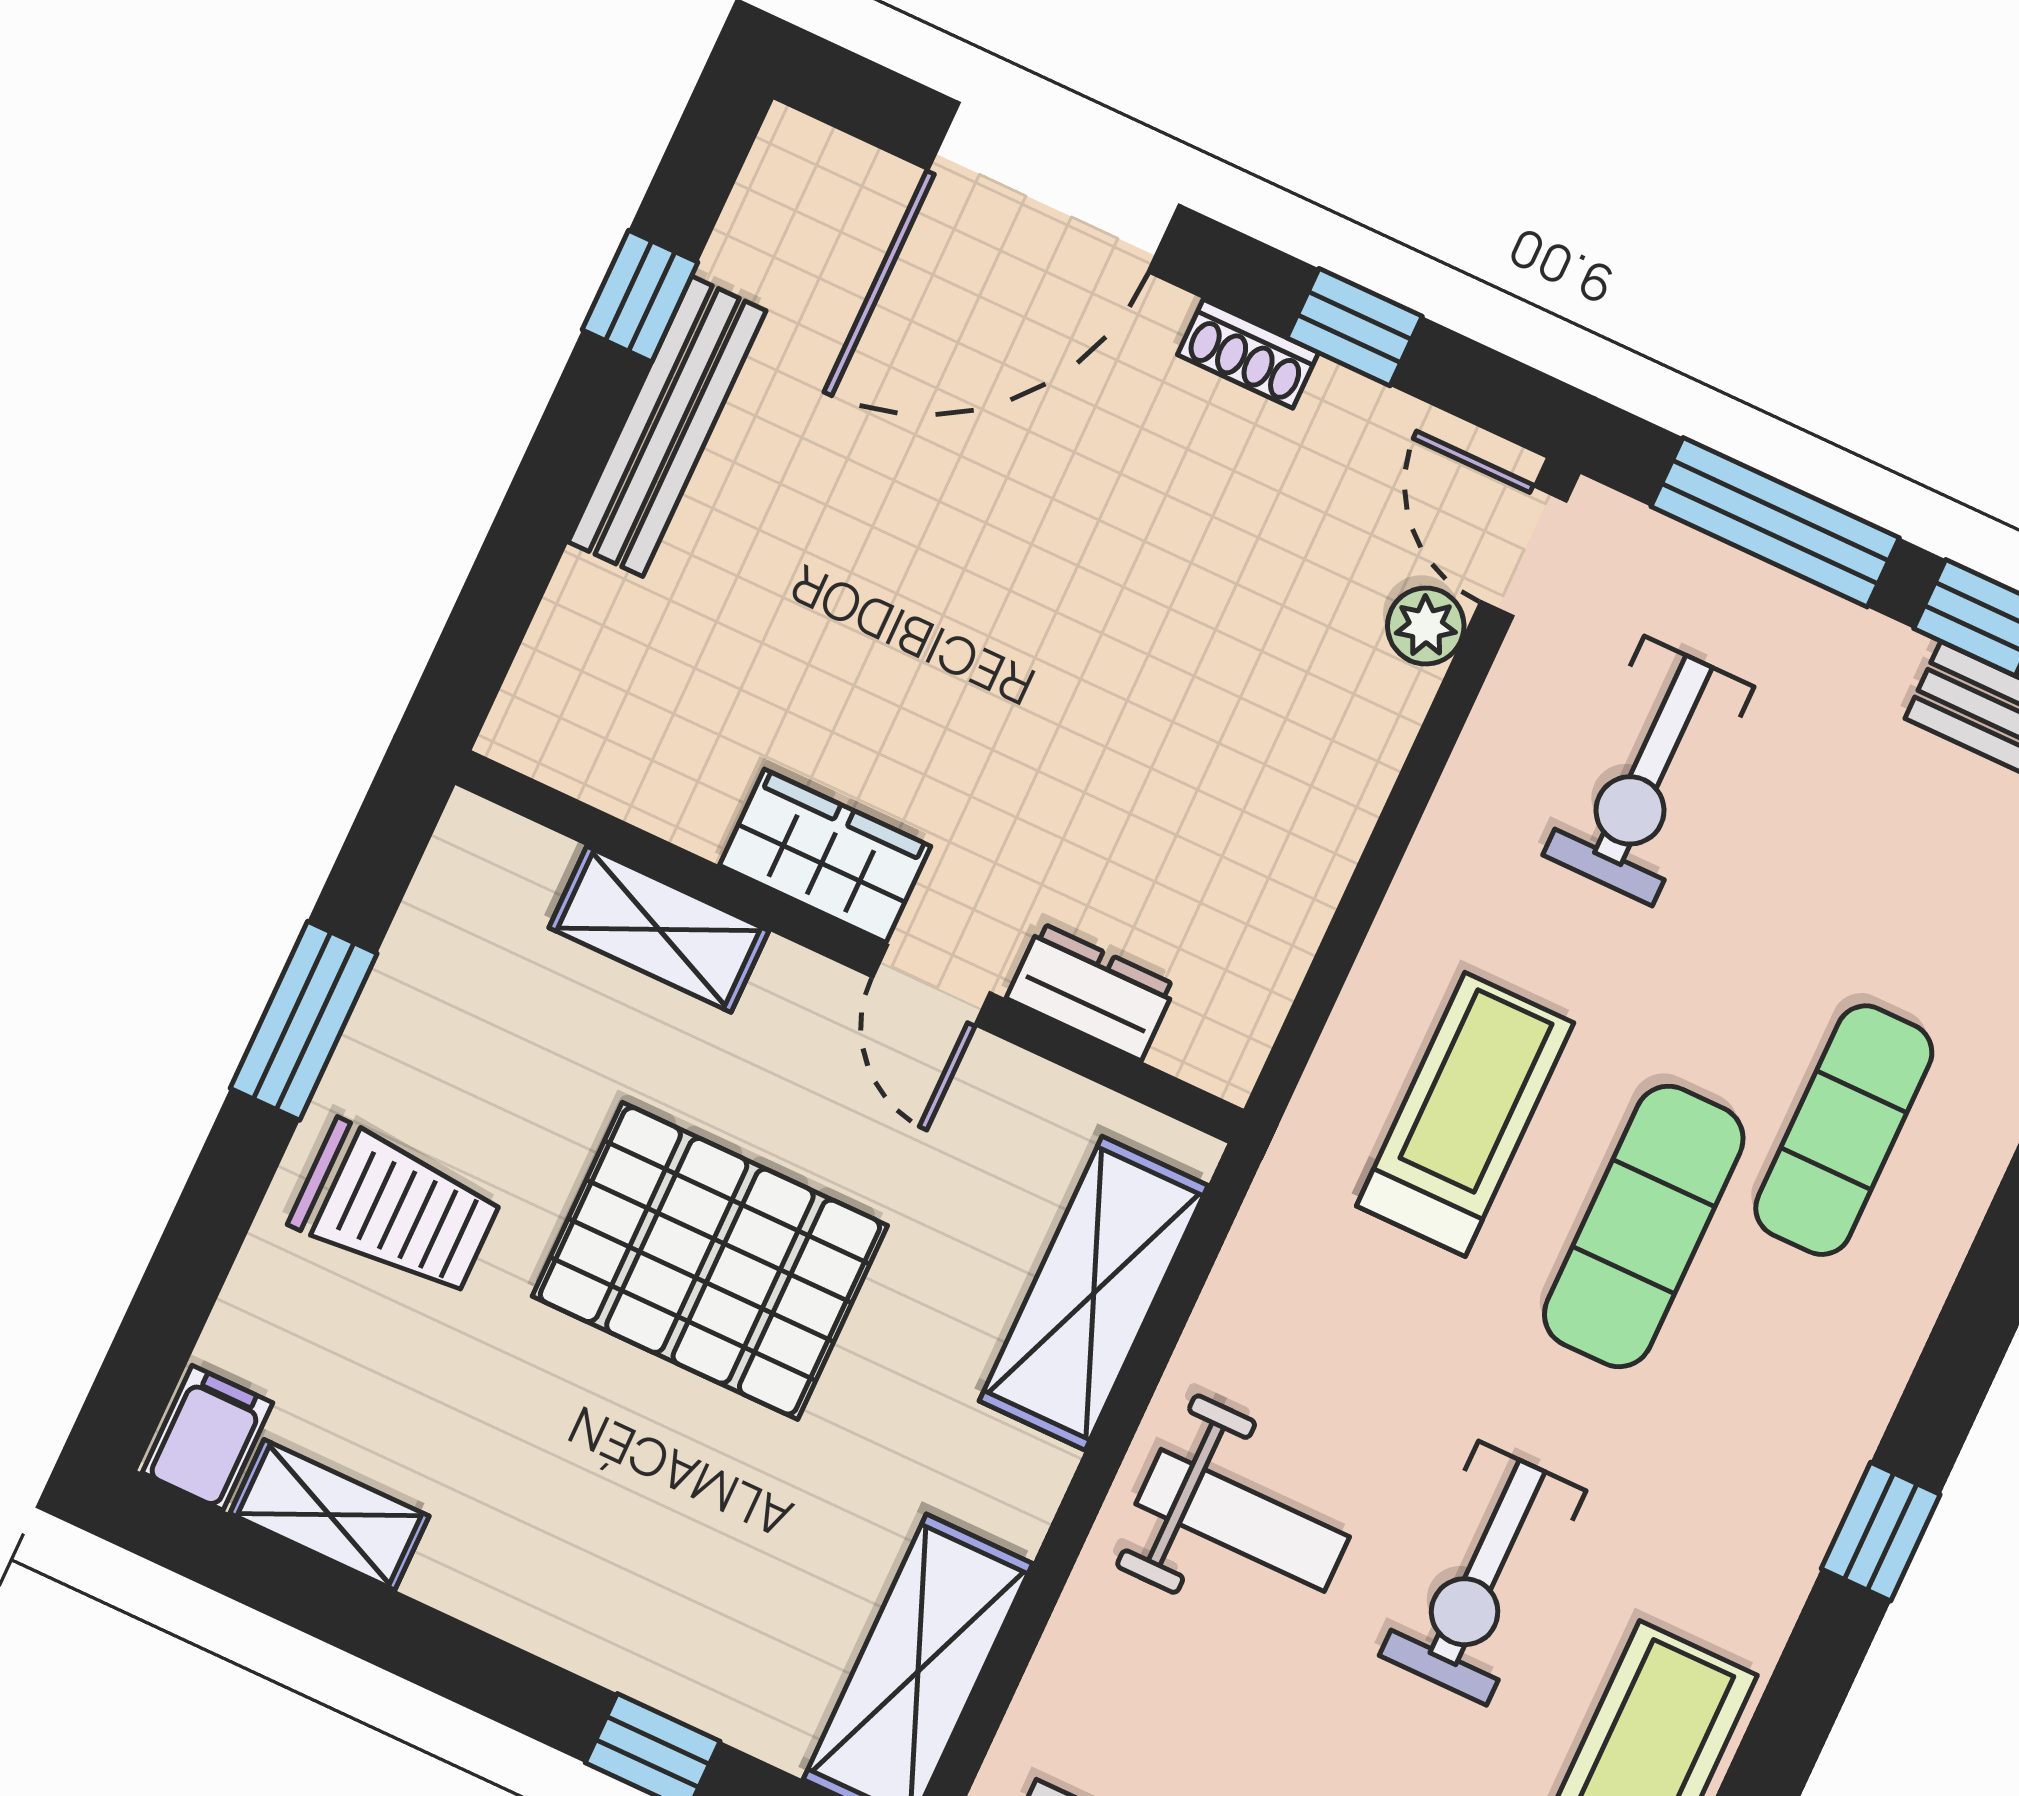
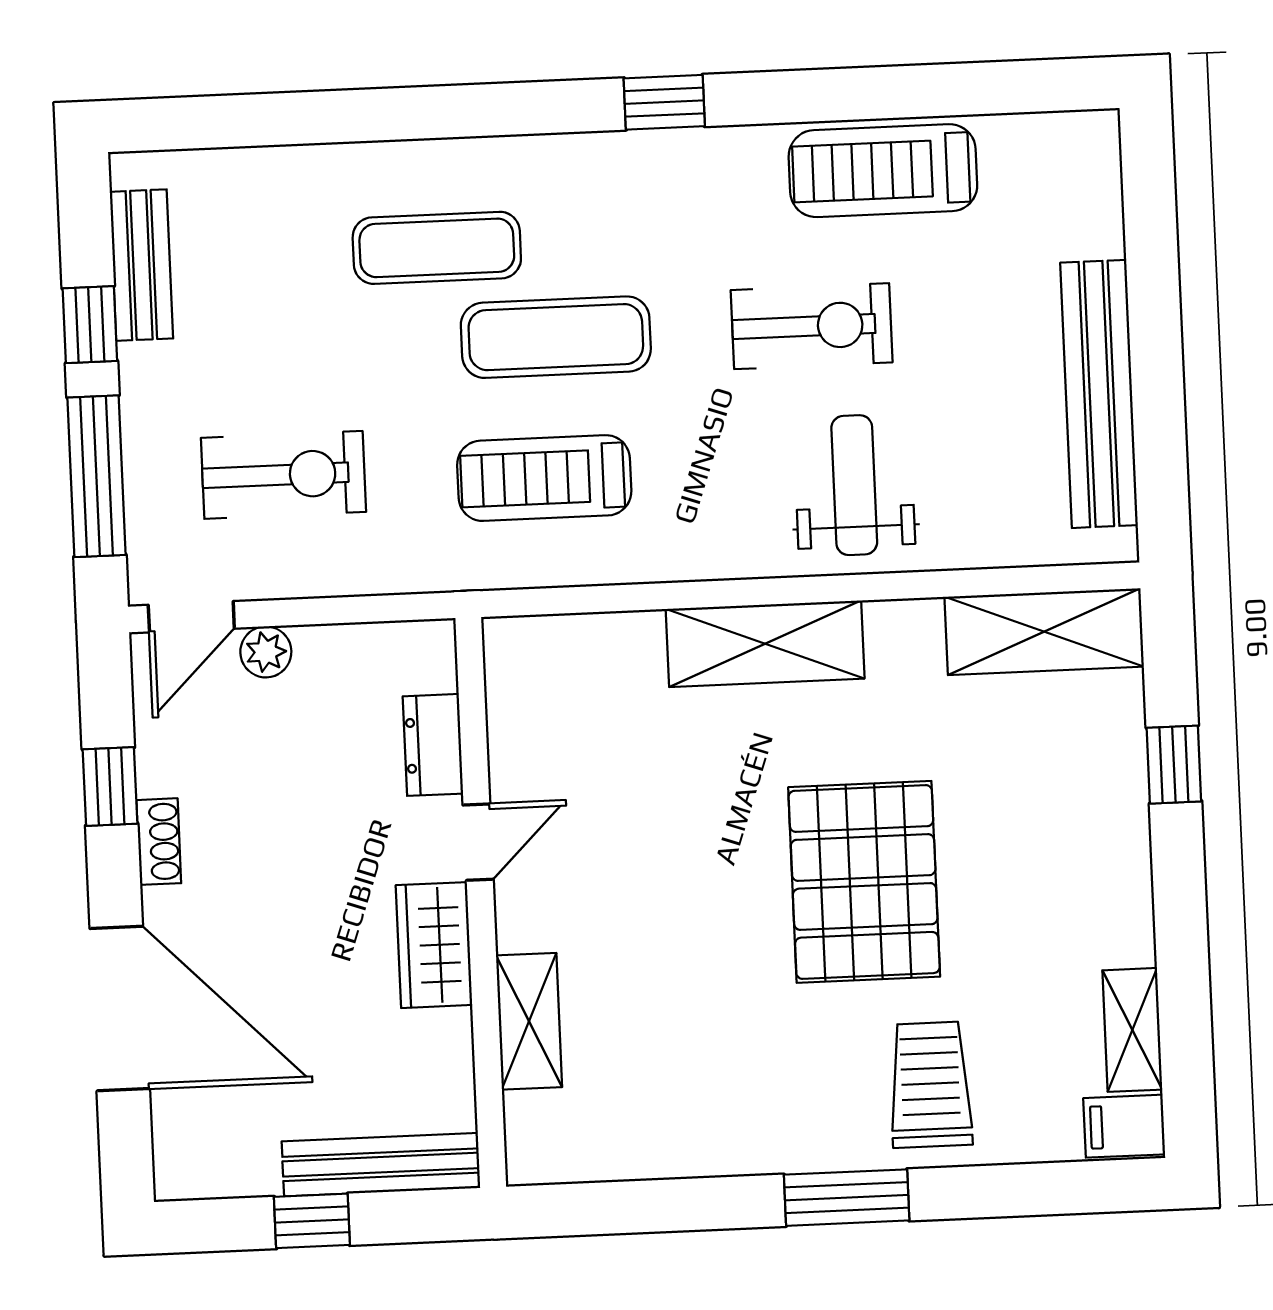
wardrobe: (825, 856) -> (434, 945), moved
shelving: (659, 929) -> (529, 1021), moved
wall: (849, 947) -> (481, 902), moved
door: (931, 985) -> (478, 842), moved
dresser: (1091, 992) -> (433, 745), moved

